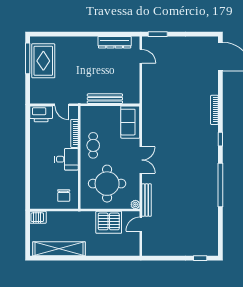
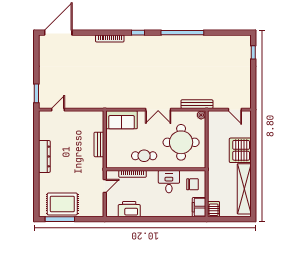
dresser: (115, 42) -> (44, 156), moved
bench: (105, 99) -> (99, 144), width x0.73
printer: (41, 114) -> (129, 209), moved, turned -90
desk: (66, 159) -> (169, 182), moved
double door: (141, 160) -> (158, 110), swing flipped
filing cabinet: (40, 202) -> (199, 207), added
server rack: (109, 222) -> (240, 150), moved, turned 180
door: (141, 224) -> (235, 110), moved

